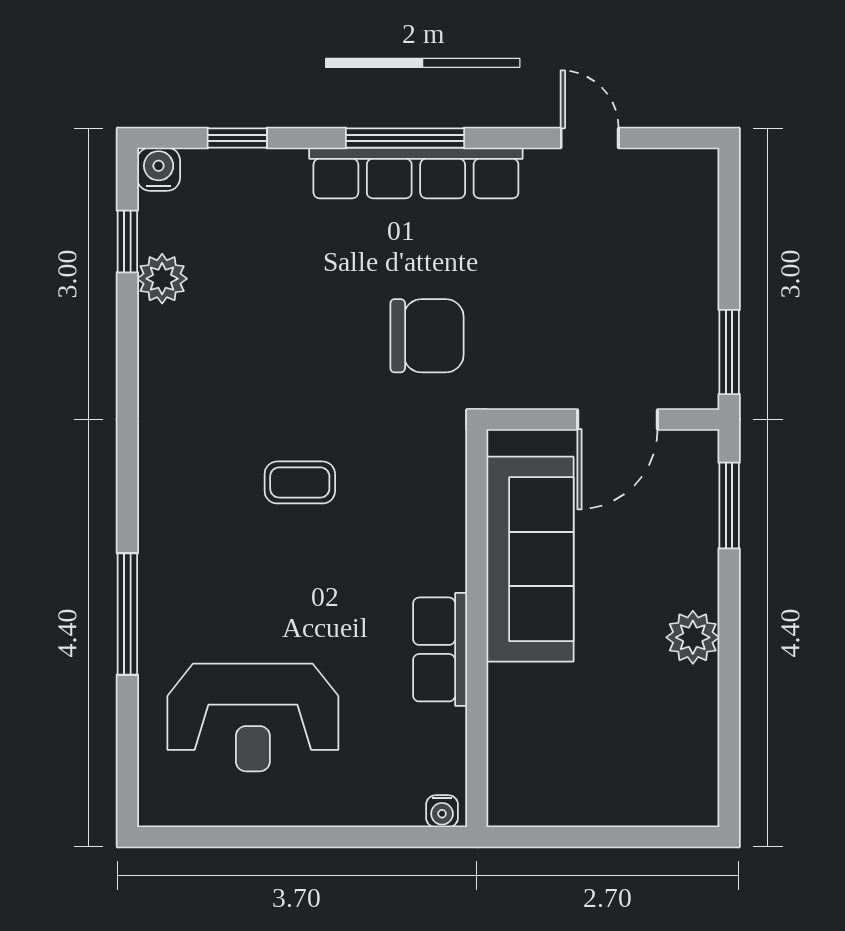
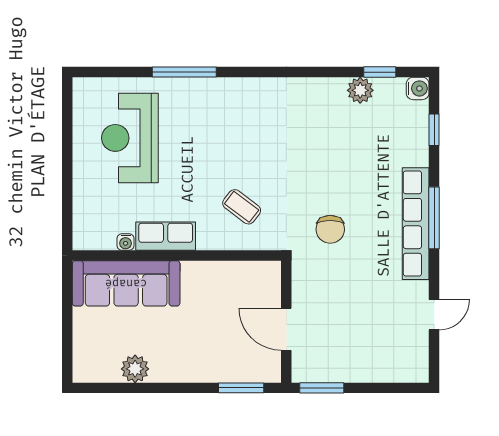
chair: (427, 336) -> (330, 229), width x0.73, depth x0.73
coffee table: (300, 482) -> (242, 207), moved, turned -53
sofa: (530, 559) -> (126, 283), moved
plant: (693, 637) -> (135, 369), moved
water cooler: (442, 811) -> (126, 242), moved, turned -90

